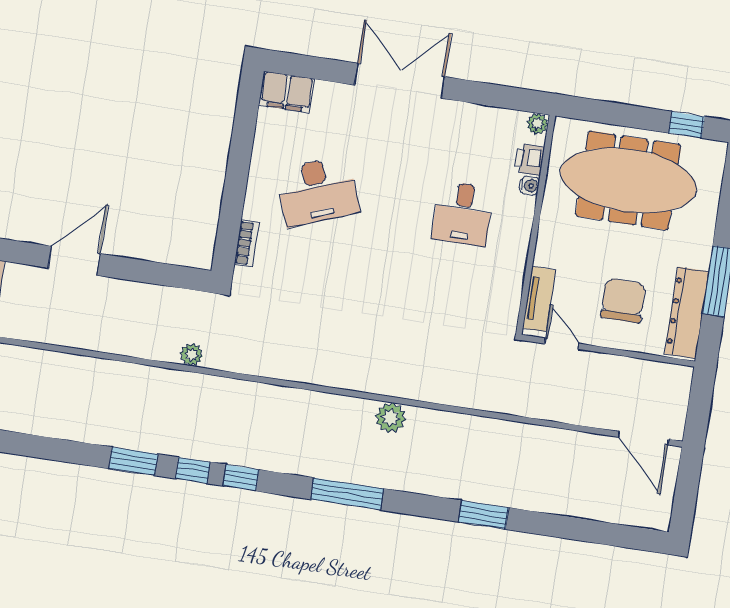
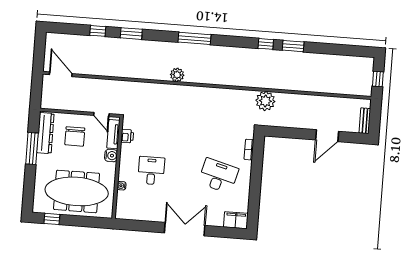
double door: (399, 81) -> (185, 229), swing flipped
plant: (537, 124) -> (120, 214), removed
printer: (530, 160) -> (127, 136), moved
desk: (317, 191) -> (218, 176), turned 36
water cooler: (548, 253) -> (111, 156), added
plant: (192, 355) -> (265, 101), width x1.88, depth x1.88
window: (241, 478) -> (98, 31), moved

